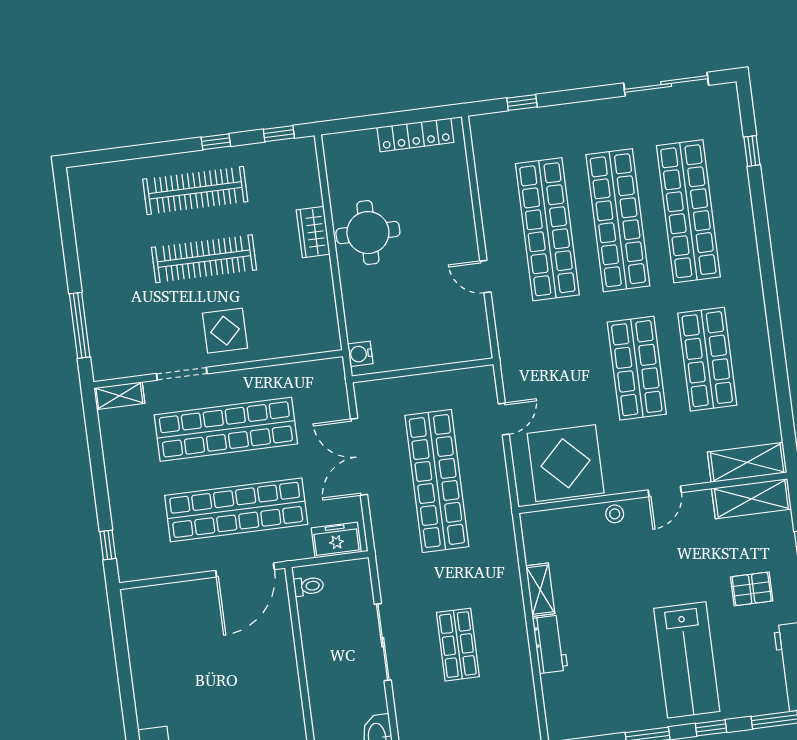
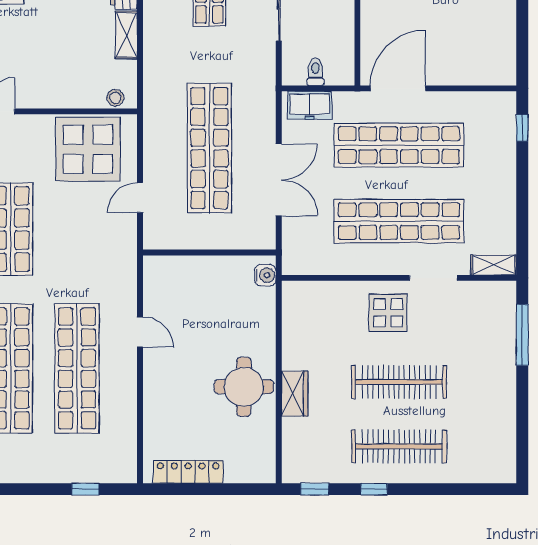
stool: (615, 514) -> (115, 98), moved
toilet: (309, 586) -> (315, 72), moved, turned 90

